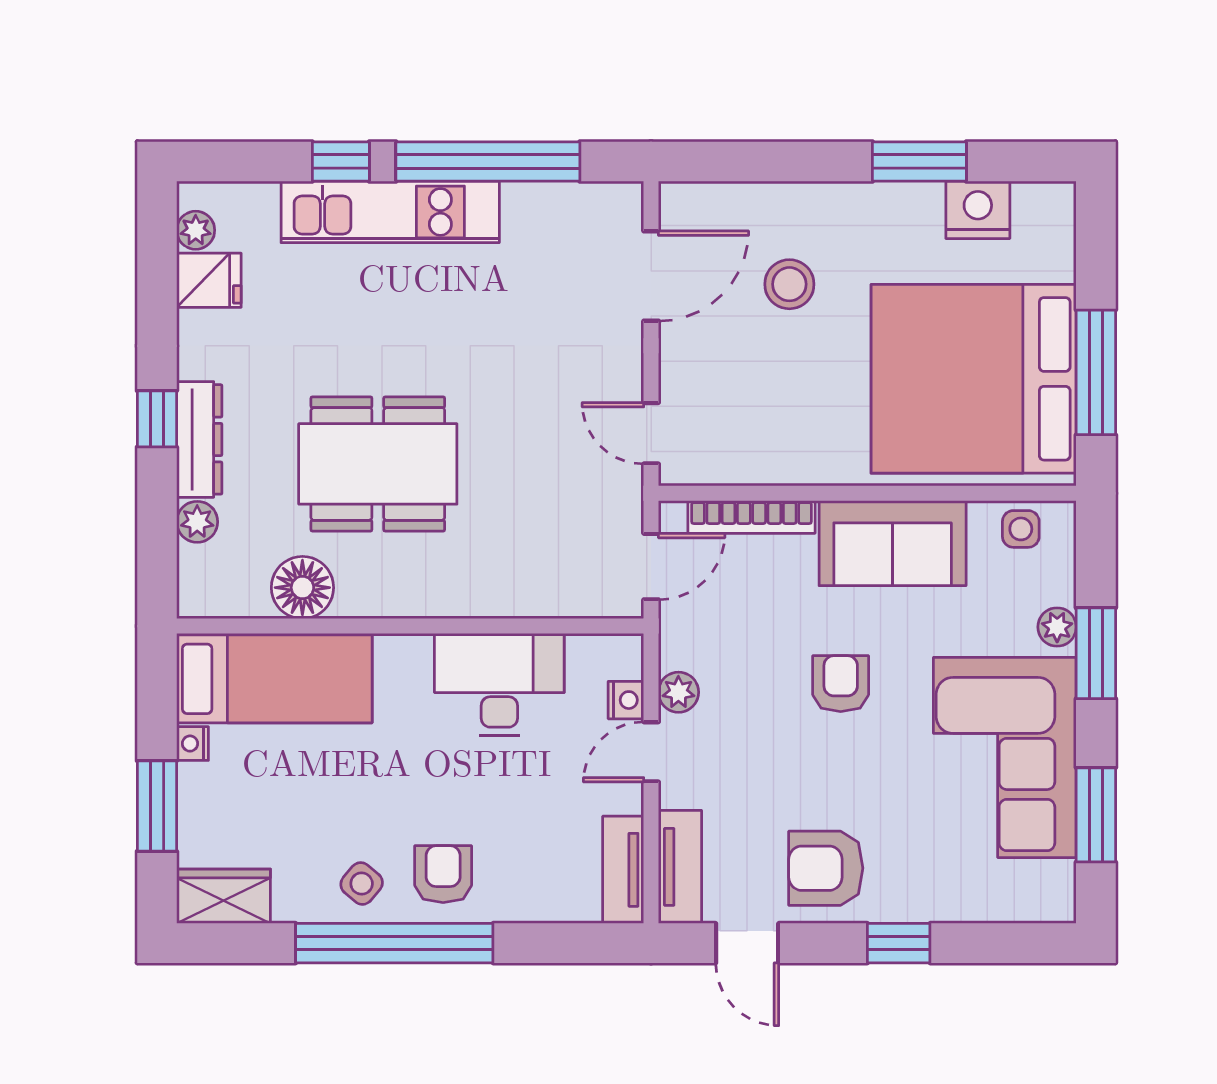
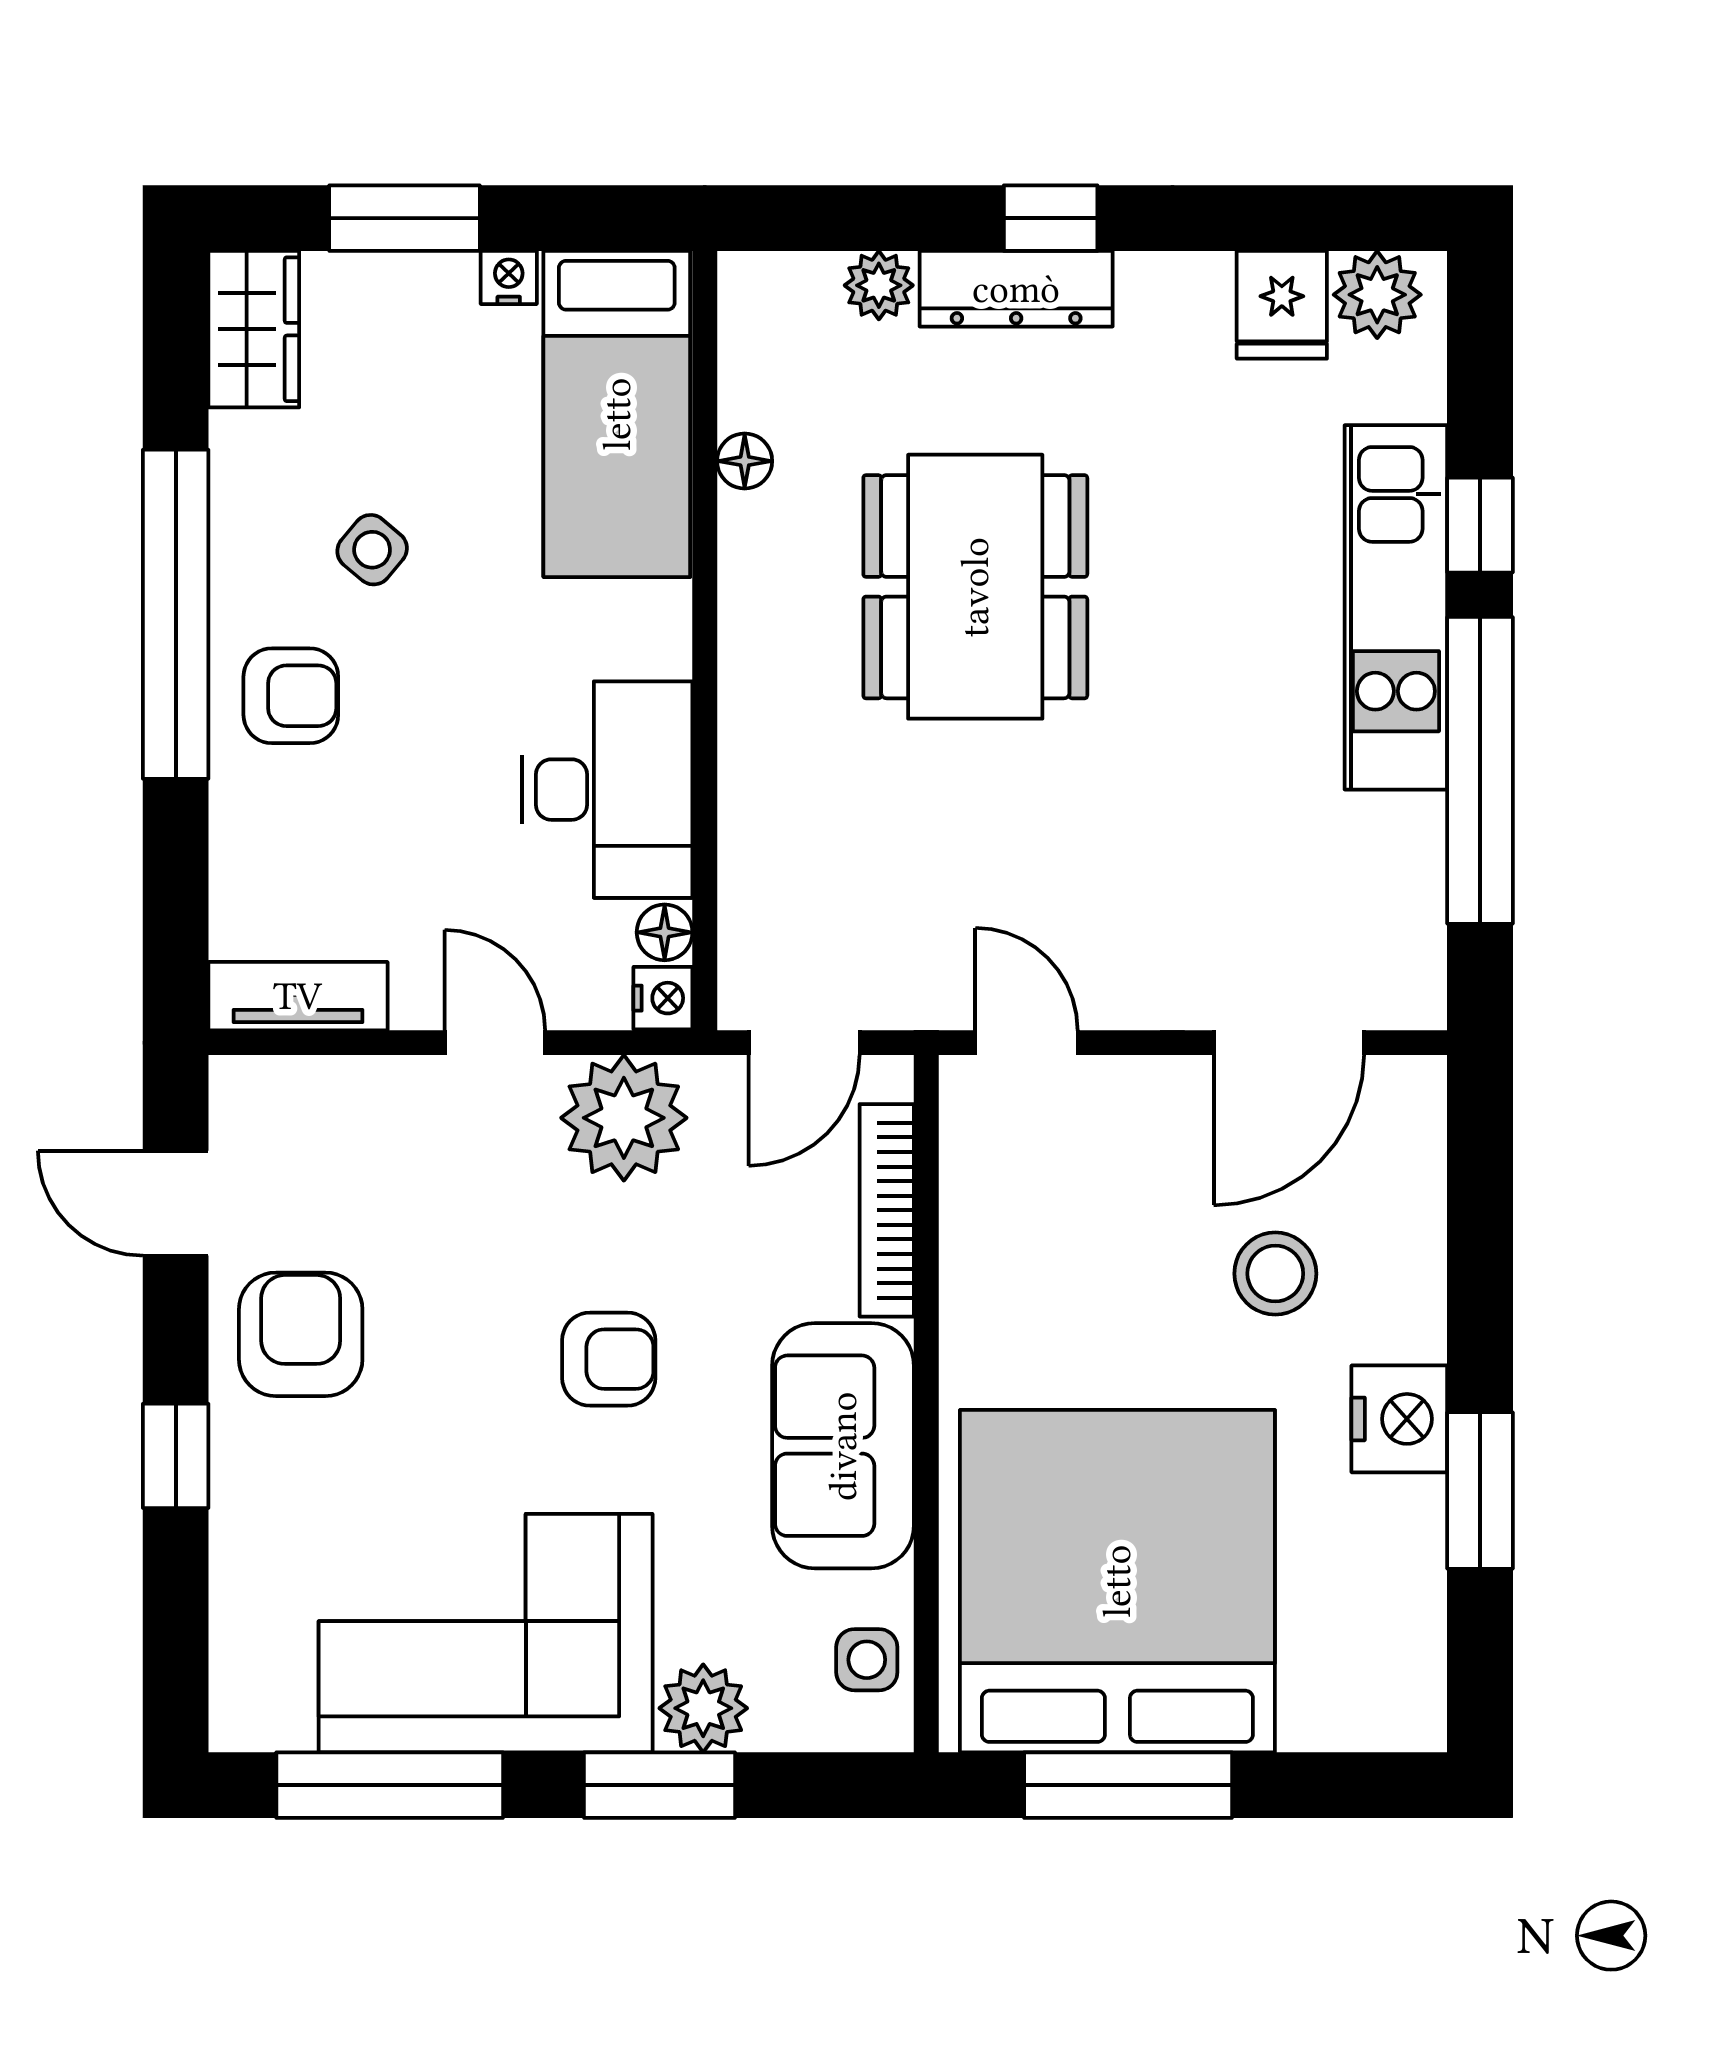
nightstand: (978, 210) -> (1399, 1419), moved
plant: (196, 230) -> (1377, 295), width x1.38, depth x1.38
door: (651, 276) -> (1289, 1043), hinge flipped
door: (651, 433) -> (1027, 1043), hinge flipped
door: (651, 567) -> (804, 1043), hinge flipped
floor lamp: (302, 588) -> (745, 461), width x0.53, depth x0.53
plant: (1057, 627) -> (703, 1708), width x1.38, depth x1.38
floor lamp: (585, 650) -> (665, 932), added
plant: (678, 692) -> (624, 1118), width x1.87, depth x1.87
nightstand: (626, 700) -> (663, 998), moved, turned -90
window: (1096, 815) -> (390, 1785), width x1.44
tv unit: (680, 867) -> (303, 1091), removed
side table: (362, 884) -> (372, 550), moved
door: (747, 943) -> (176, 1203), hinge flipped

